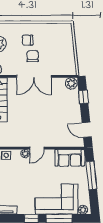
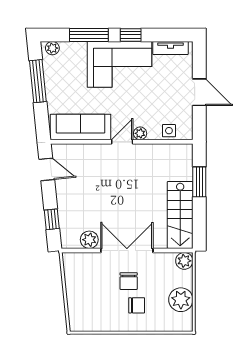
plant: (71, 83) -> (89, 240), moved
sofa: (70, 158) -> (81, 127), width x1.36
window: (91, 175) -> (38, 81), moved
corner sofa: (56, 199) -> (119, 64), moved

